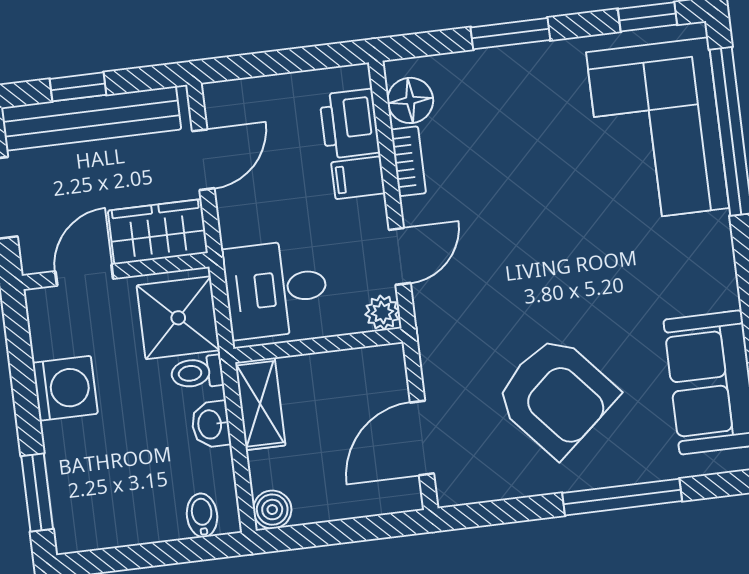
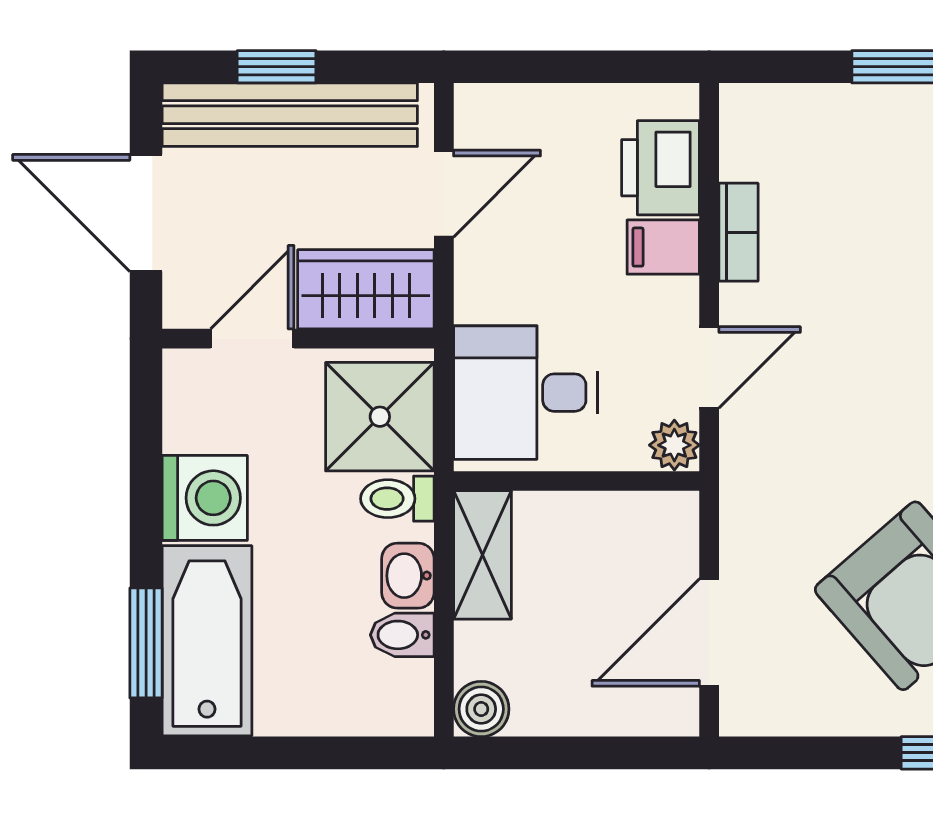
floor lamp: (410, 100) -> (752, 145), removed
bathtub: (79, 486) -> (207, 641), added
bidet: (202, 515) -> (402, 635), moved, turned -90

